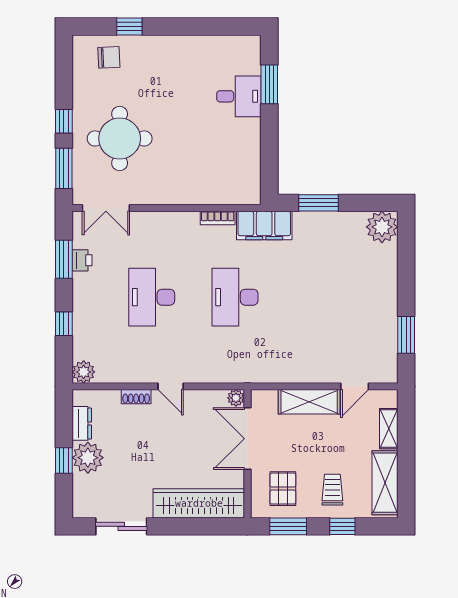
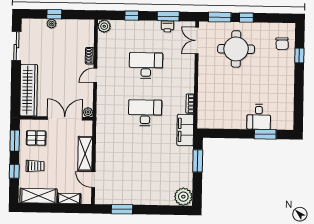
dresser: (82, 423) -> (75, 25), removed
plant: (88, 458) -> (52, 24), width x0.53, depth x0.53

